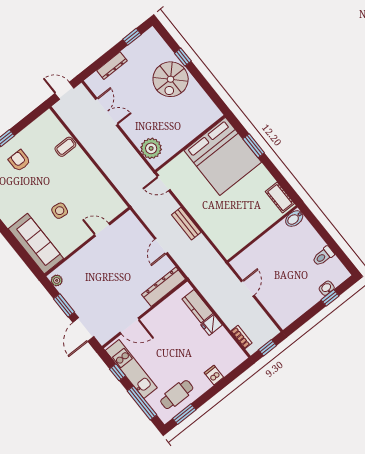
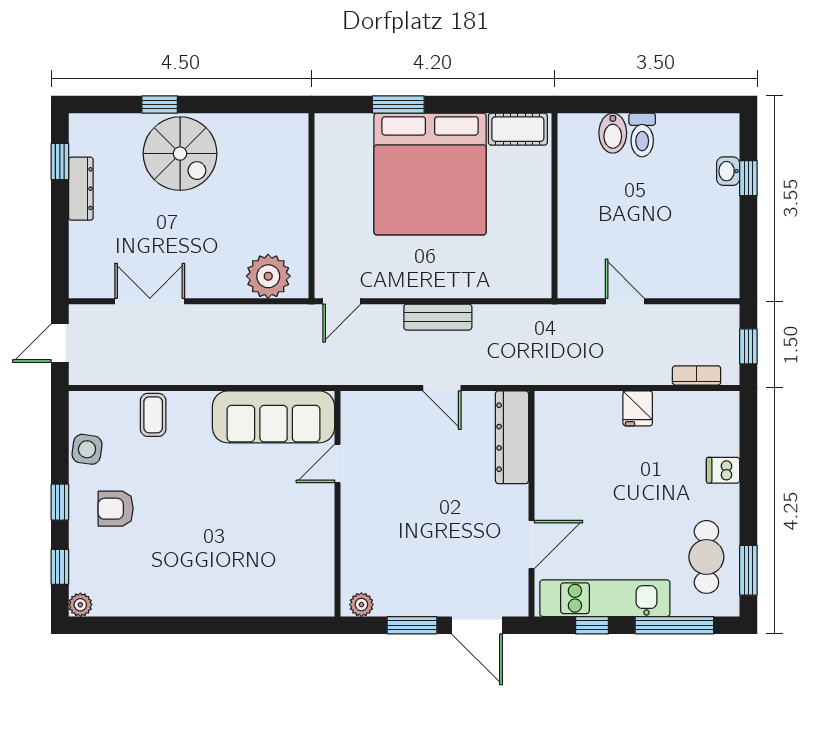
dresser: (112, 66) -> (81, 189), moved
bed: (223, 156) -> (430, 174), moved, turned 90
side table: (60, 211) -> (87, 449), moved
bidet: (294, 219) -> (613, 133), moved
sofa: (36, 244) -> (274, 417), moved, turned 180
toilet: (323, 256) -> (642, 135), moved
kitchen counter: (197, 306) -> (588, 407), removed

